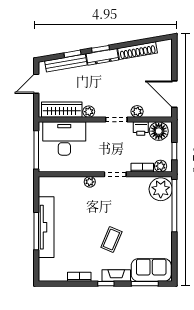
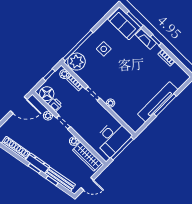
door: (174, 94) -> (19, 105), hinge flipped
desk: (64, 139) -> (113, 138), moved, turned -90
side table: (147, 227) -> (104, 49), added
coffee table: (111, 239) -> (129, 61), removed

